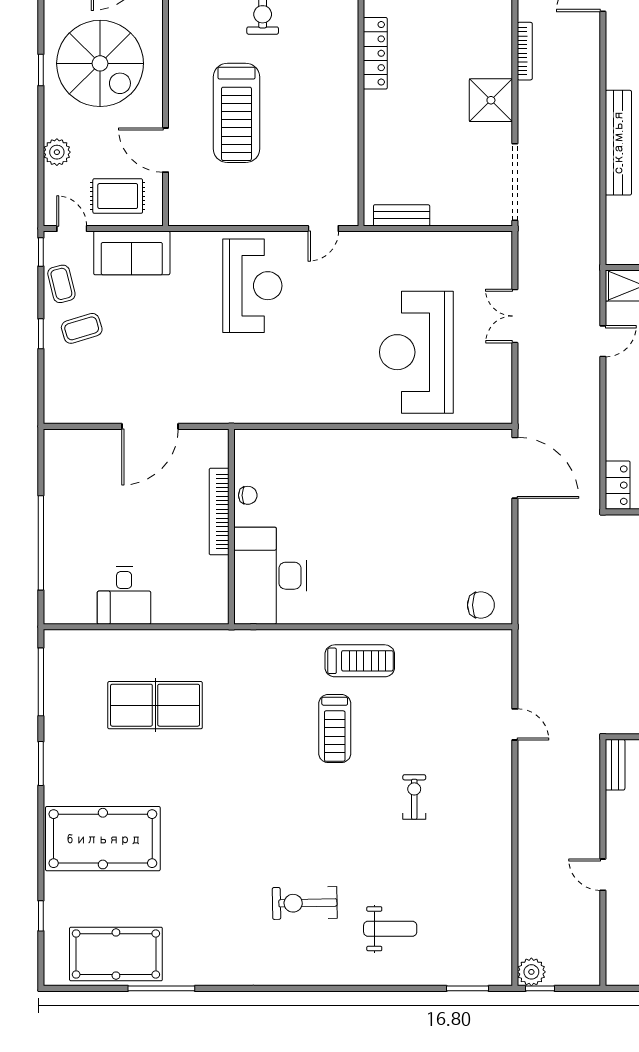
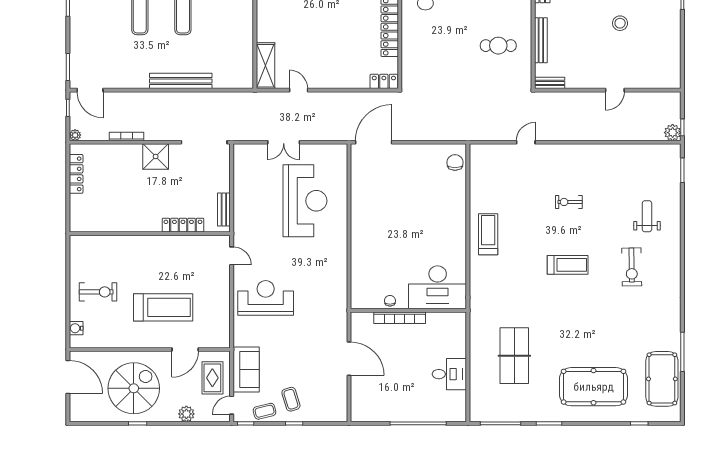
locker: (375, 53) -> (183, 225), moved
reception desk: (416, 352) -> (305, 201), turned -90
treadmill: (335, 729) -> (568, 265), moved
pool table: (103, 839) -> (594, 387), turned 90

